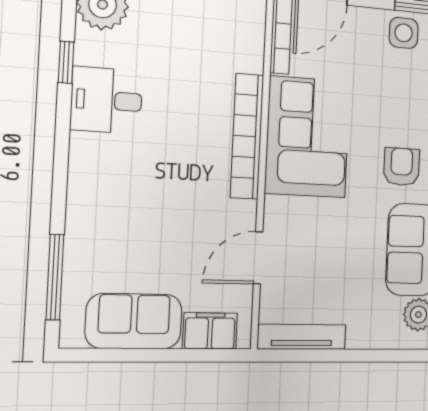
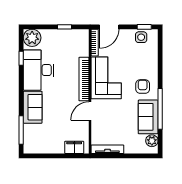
desk: (106, 100) -> (38, 70), width x1.87, depth x1.30
door: (258, 258) -> (90, 111), moved
sofa: (134, 321) -> (33, 107), moved, turned 90

